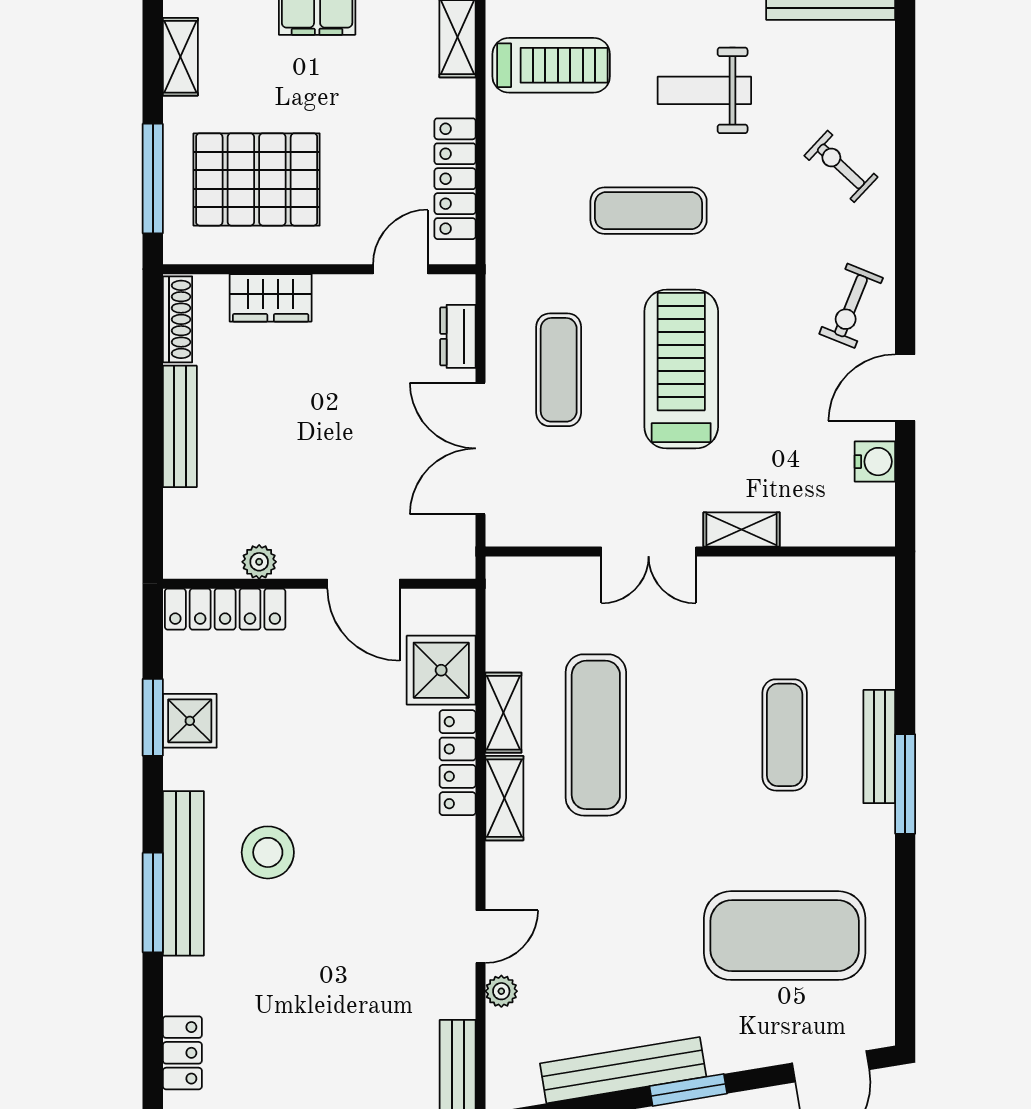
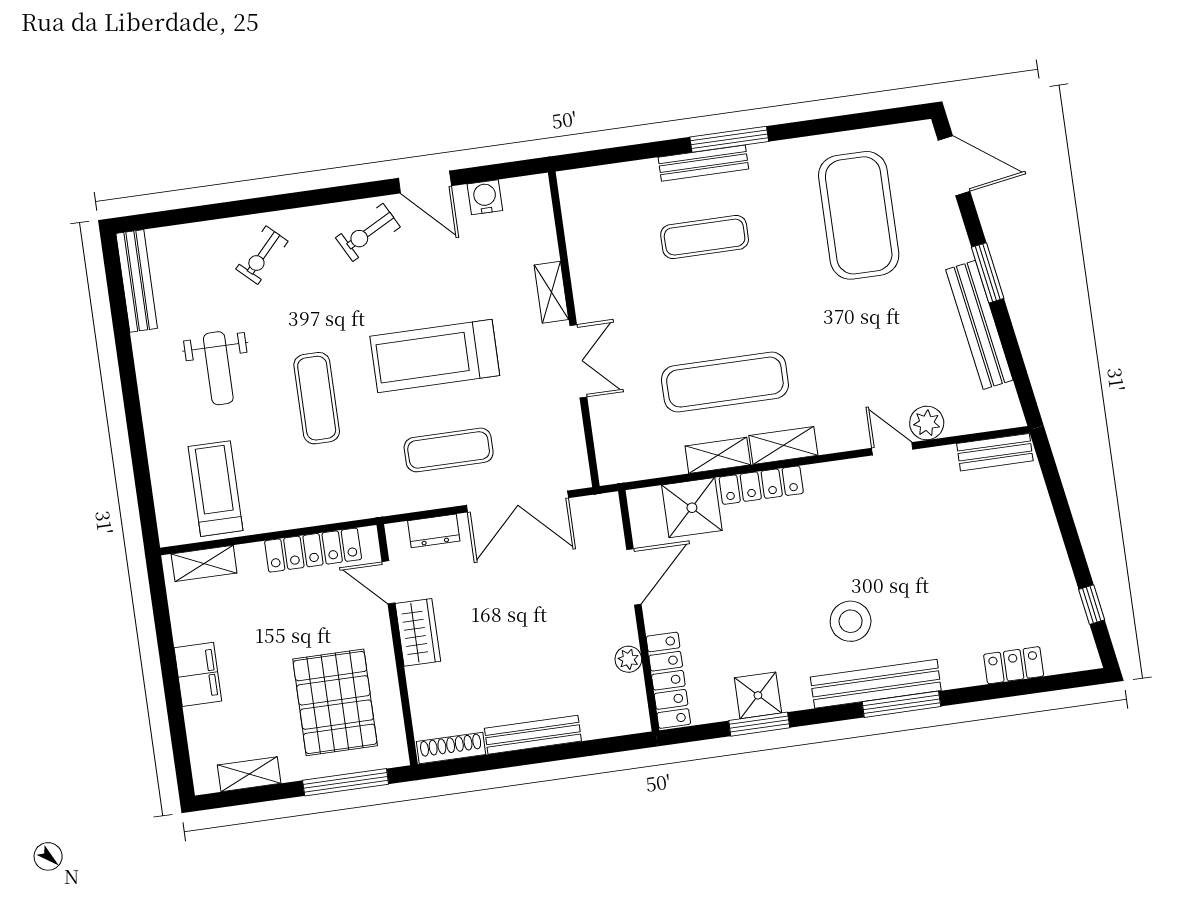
wardrobe: (271, 298) -> (418, 632), moved
exercise bike: (851, 306) -> (368, 232), turned 130
plant: (501, 991) -> (927, 423), width x1.38, depth x1.38

